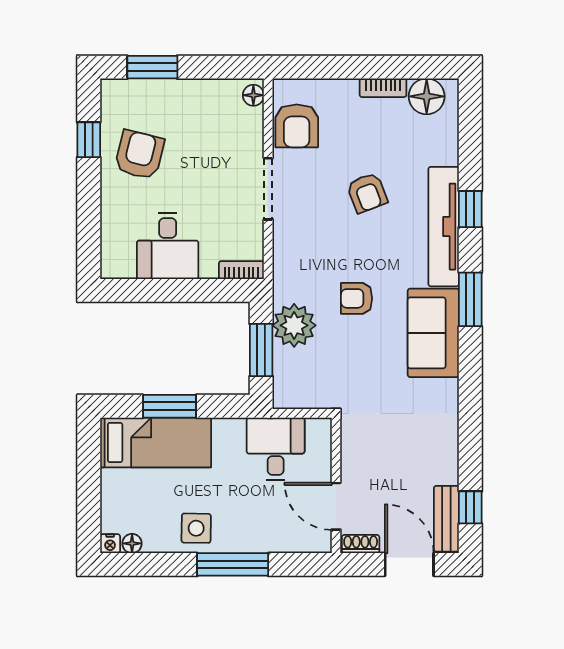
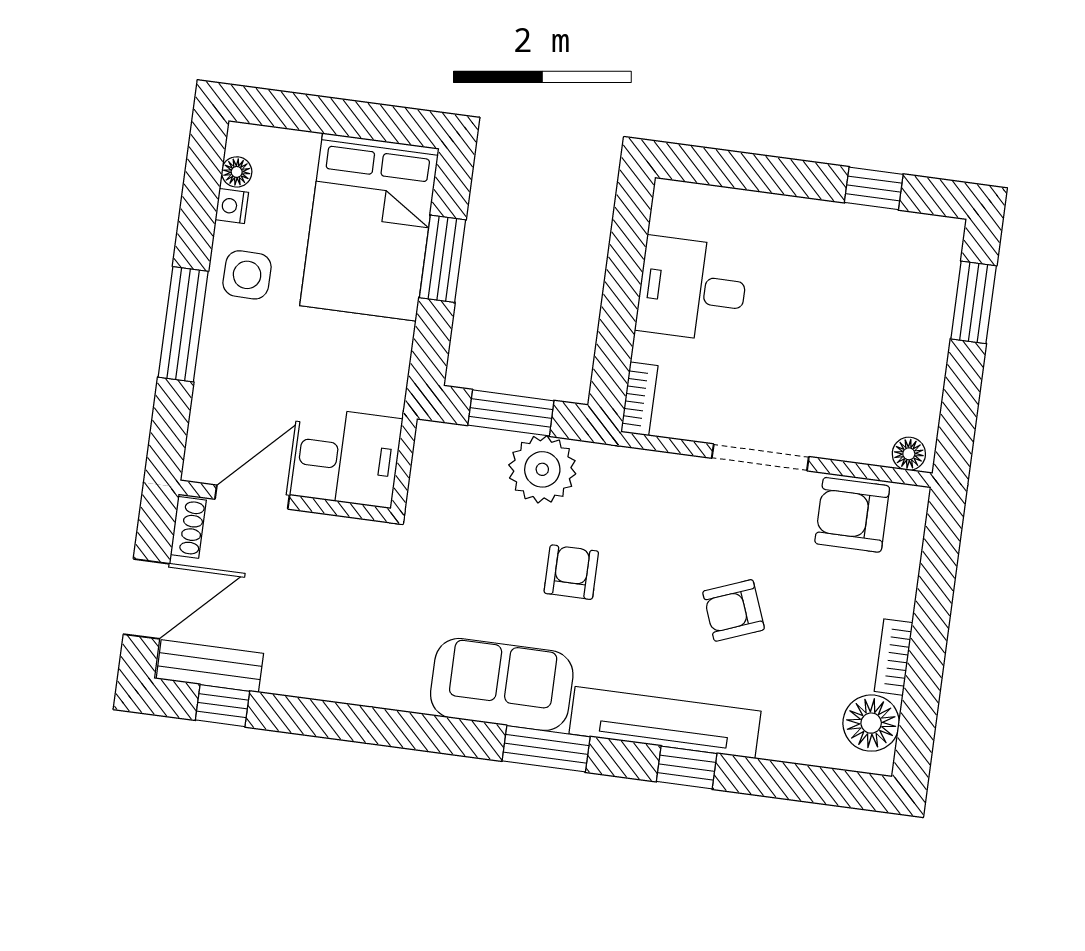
armchair: (139, 155) -> (840, 264), removed
bed: (156, 442) -> (369, 227), width x1.50
desk: (276, 449) -> (349, 457), moved
nightstand: (110, 544) -> (232, 206), moved

